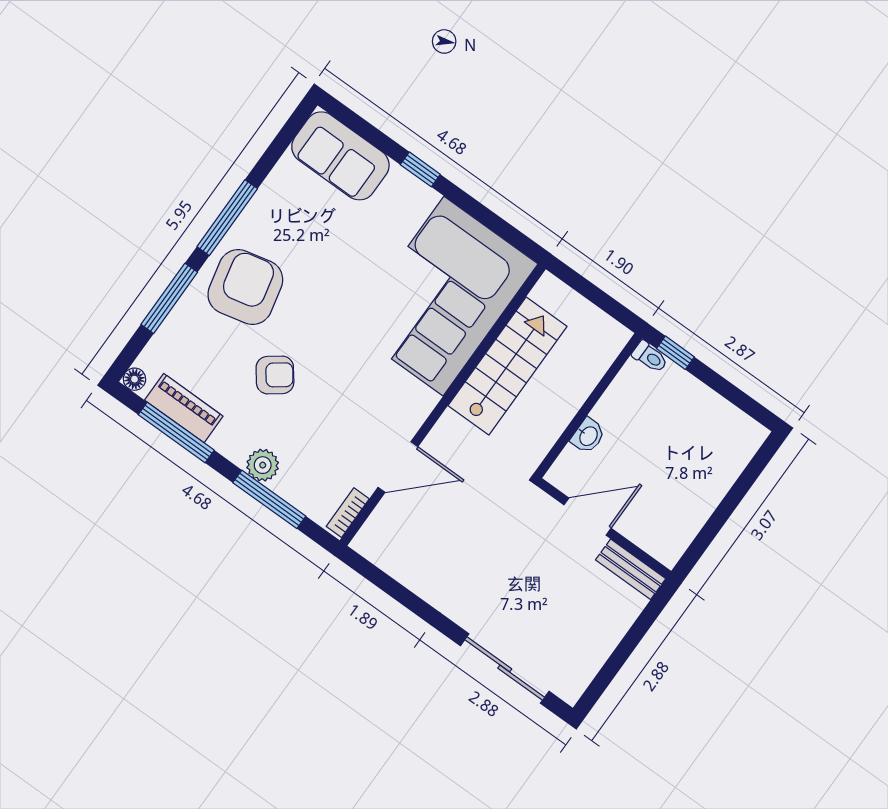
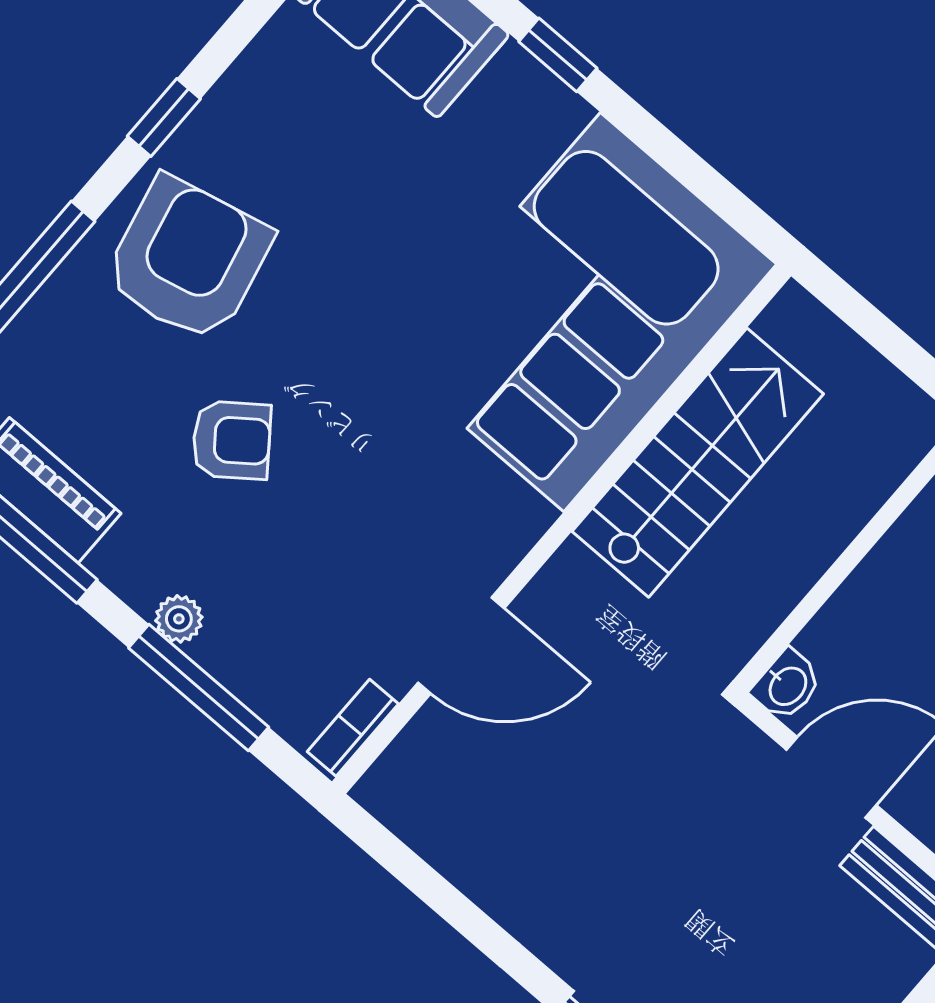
window: (227, 218) -> (164, 117), width x0.46
washbasin: (588, 436) -> (787, 685), moved
plant: (263, 465) -> (179, 619), width x0.73, depth x0.73

